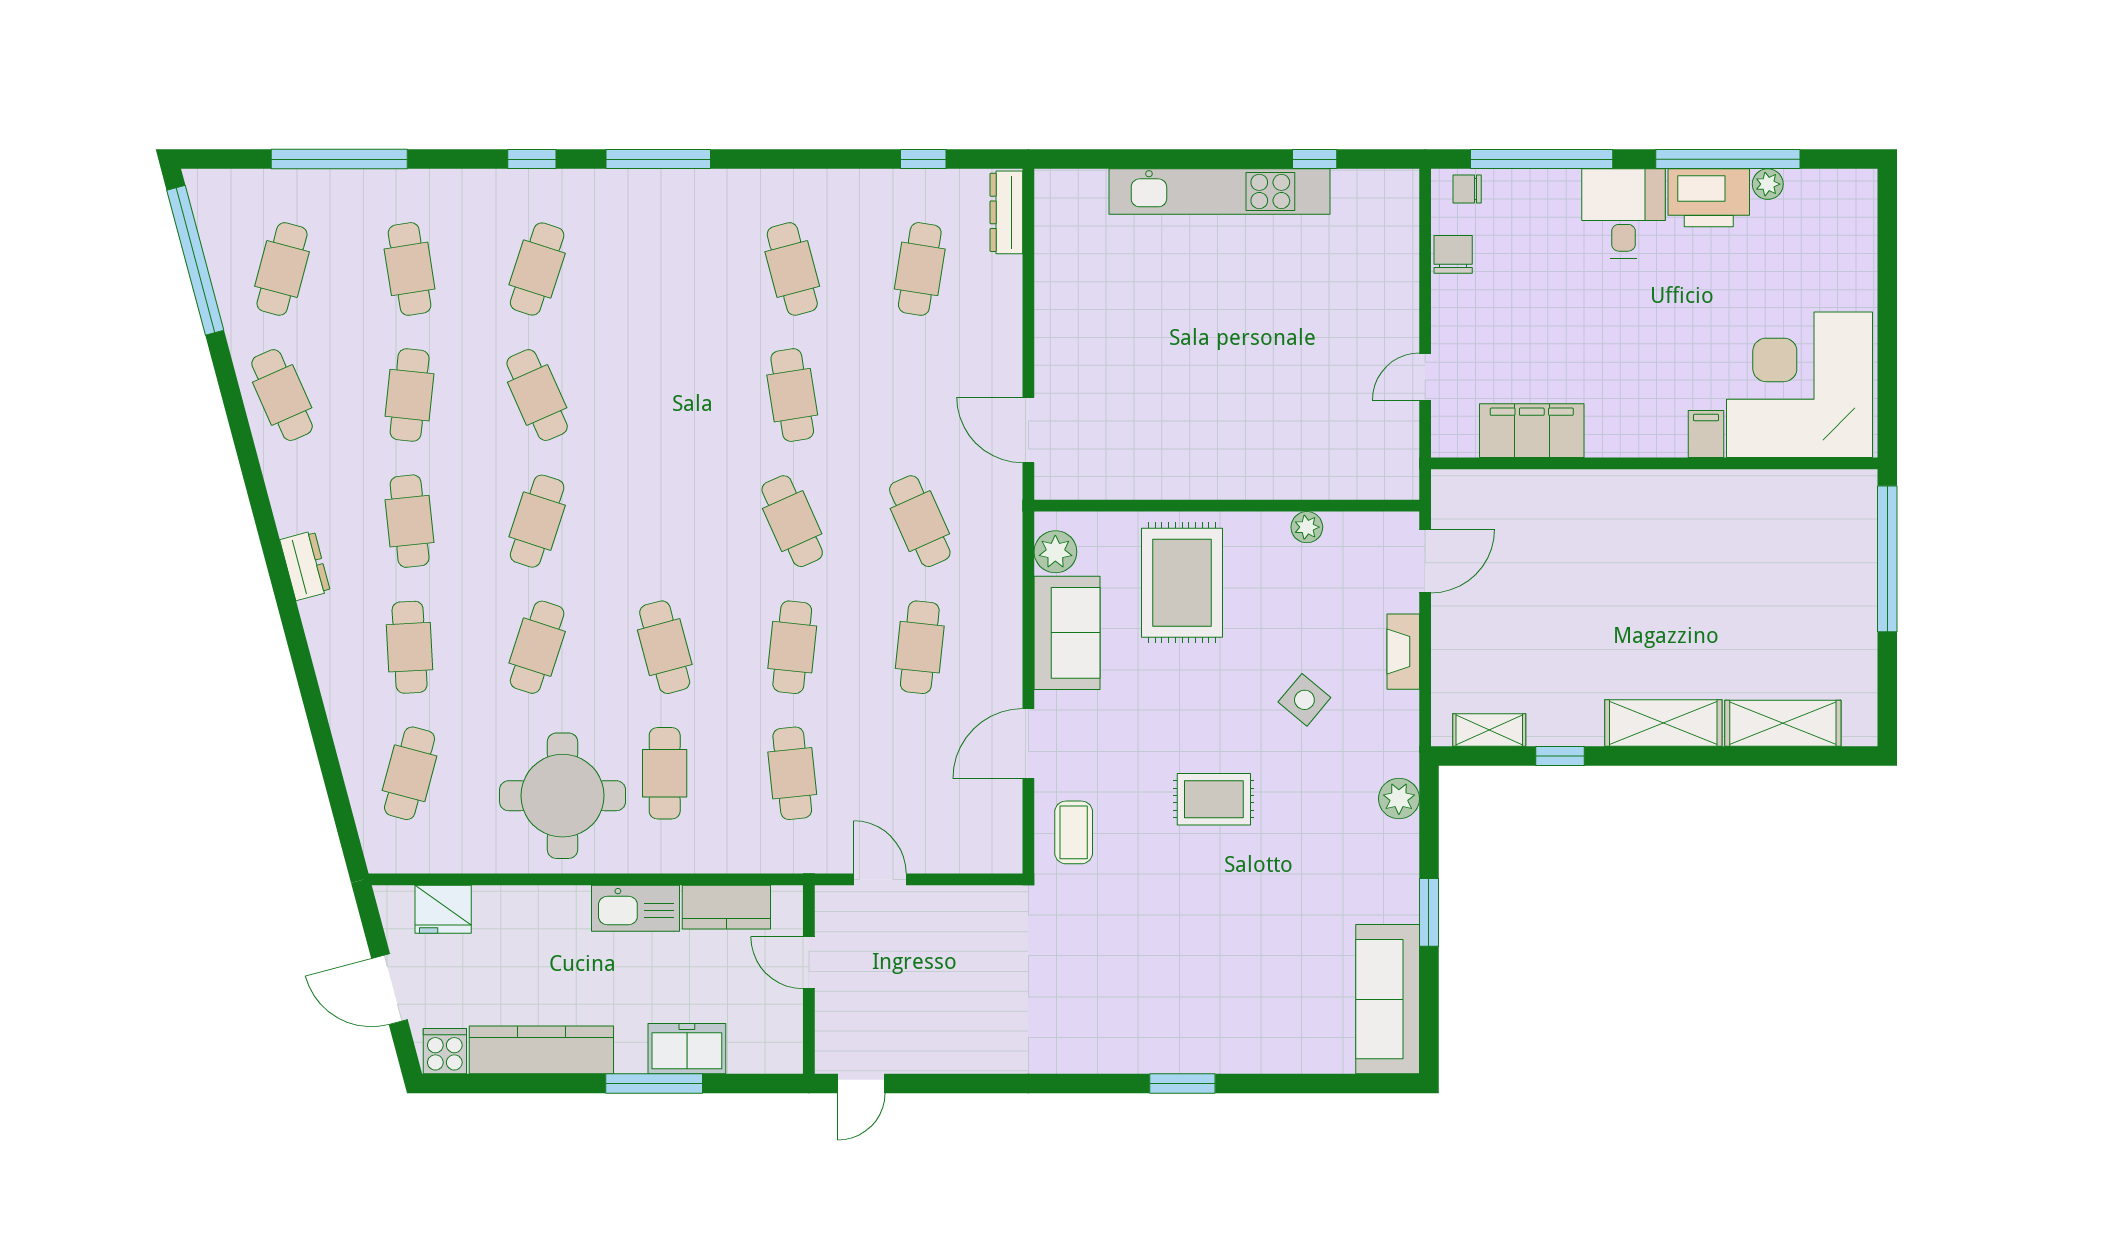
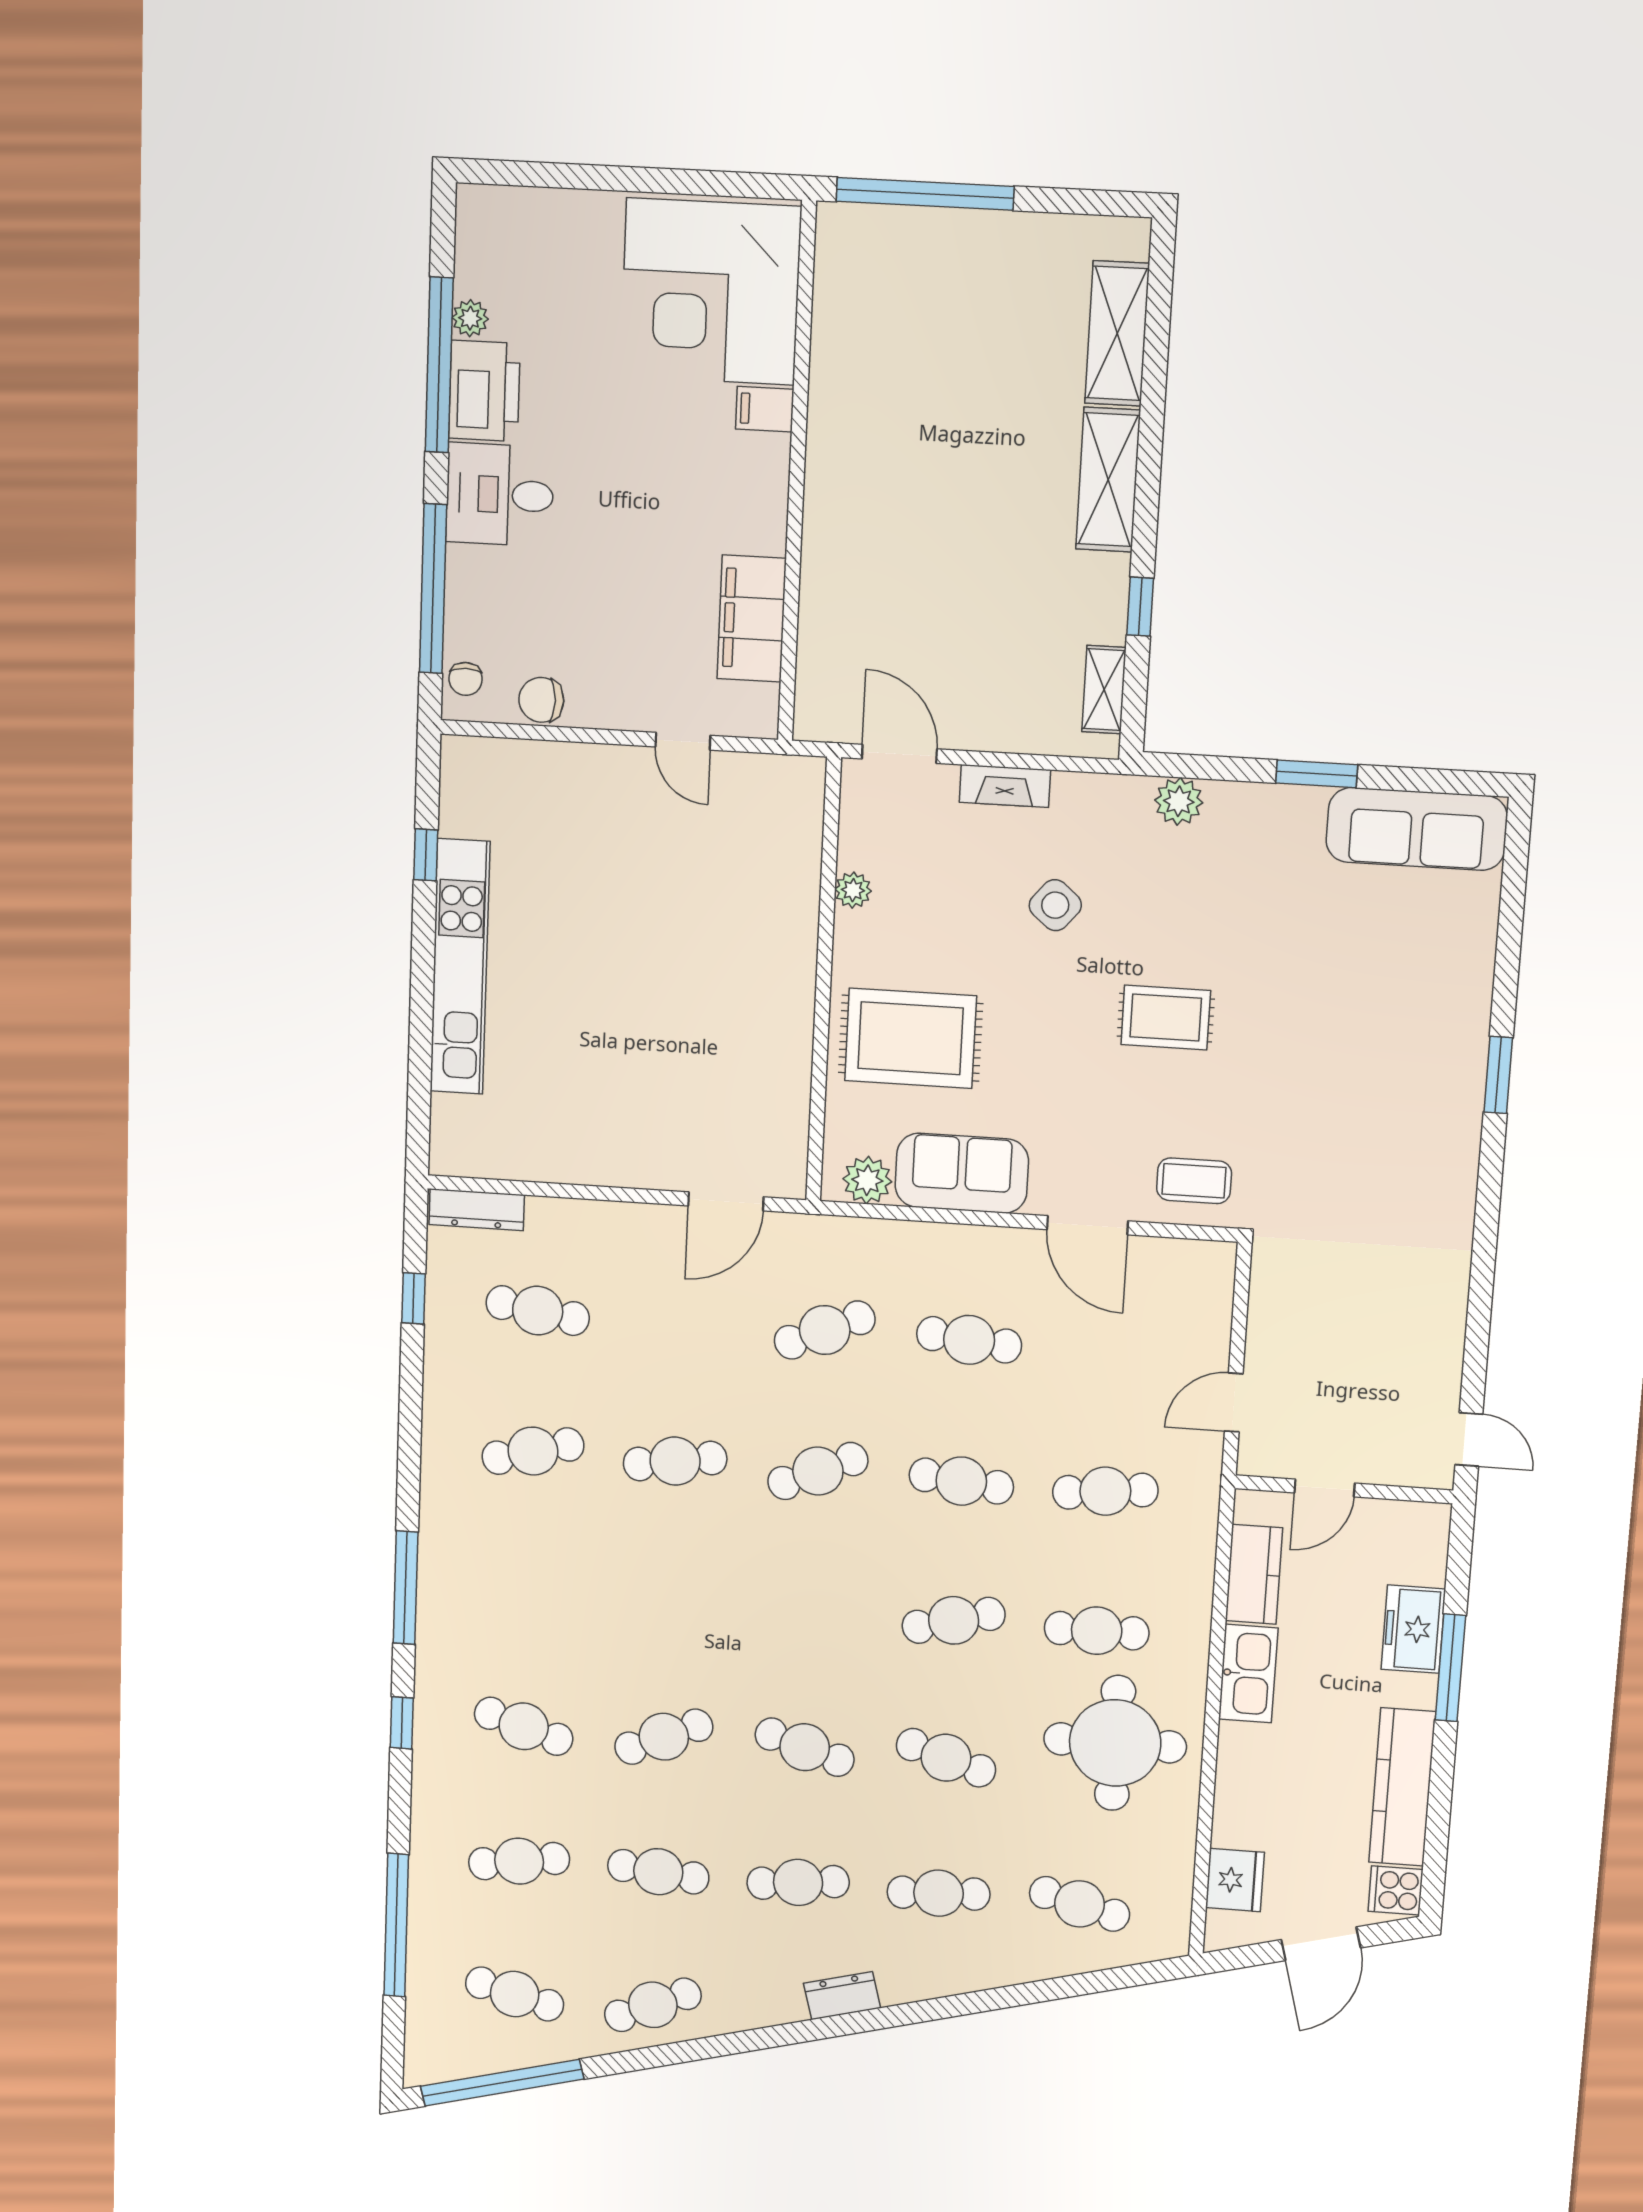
rug: (1214, 799) -> (1166, 1018), turned 90

